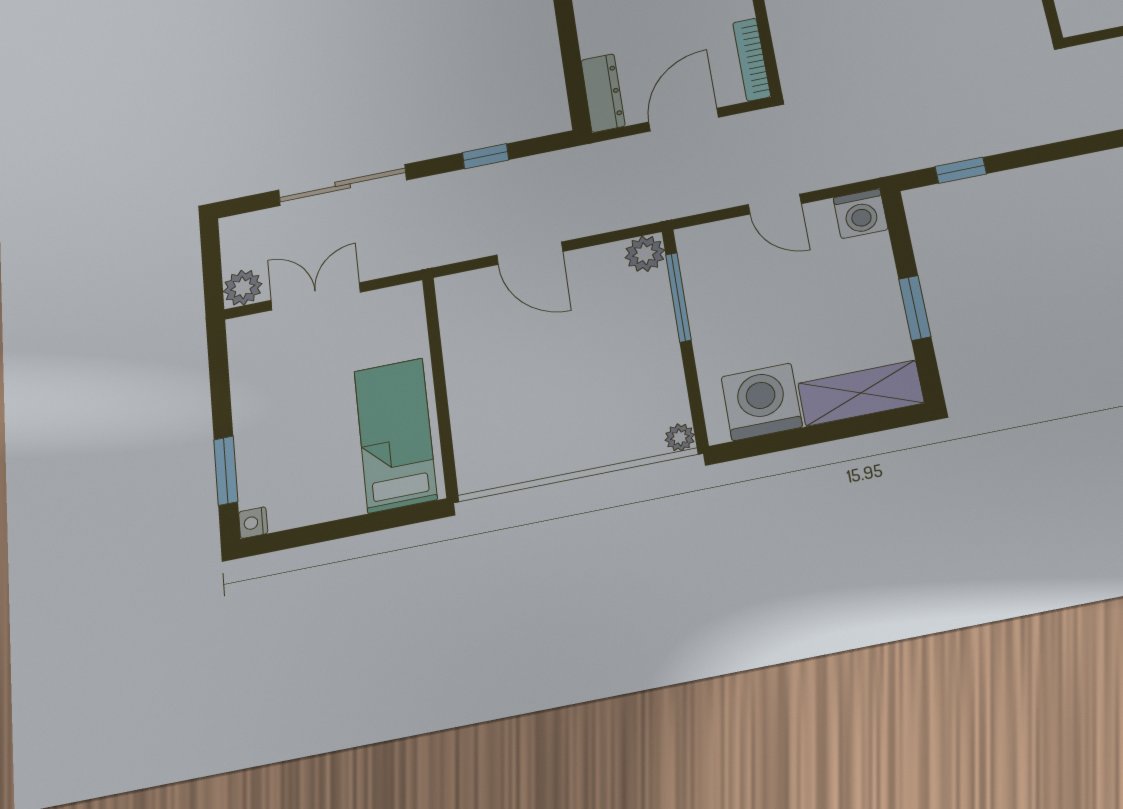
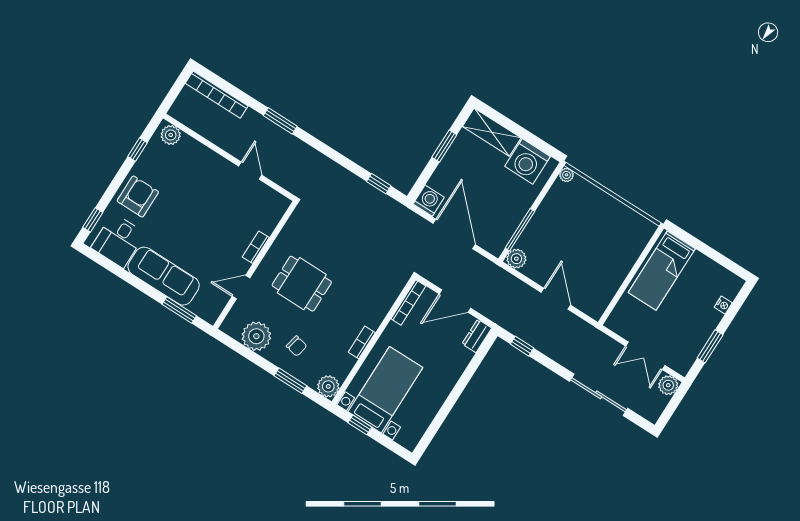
dresser: (603, 93) -> (477, 336), width x0.70
window: (485, 156) -> (522, 346), moved
door: (775, 204) -> (454, 234), width x1.88
window: (226, 471) -> (710, 346), moved
nightstand: (253, 523) -> (723, 305), moved

